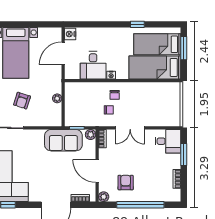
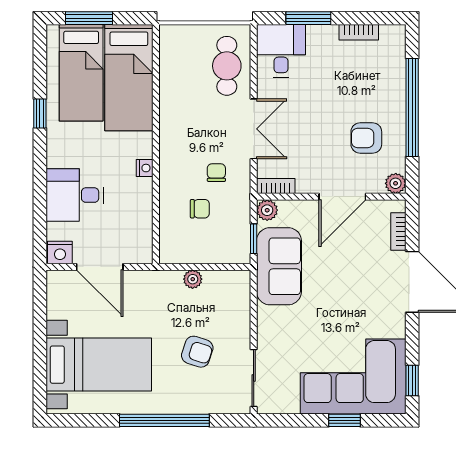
desk: (93, 65) -> (75, 195), moved, turned 180
chair: (115, 95) -> (200, 209), moved
cafe table: (161, 115) -> (227, 66), added

